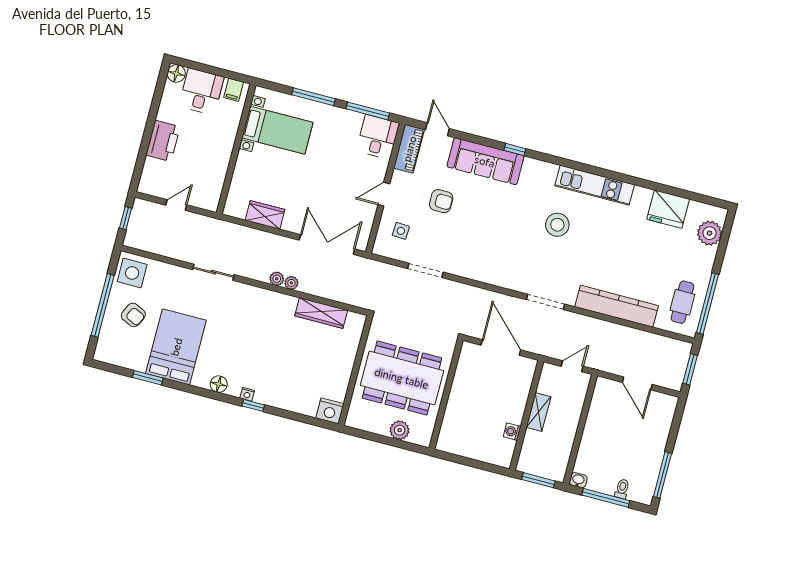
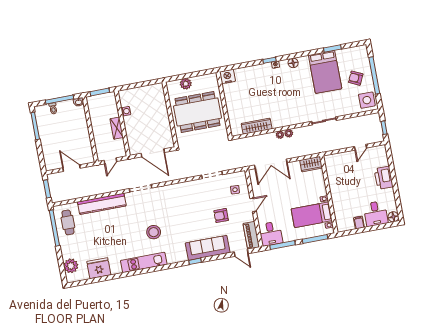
bed with nightstands: (277, 130) -> (312, 215), moved
wall: (236, 149) -> (329, 194), moved

